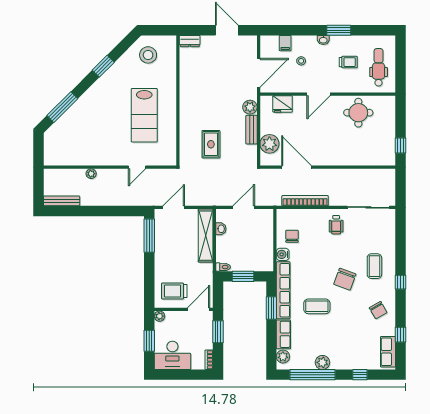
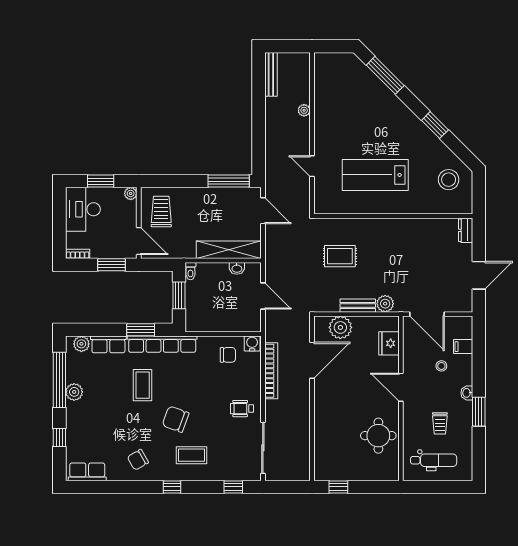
water cooler: (283, 254) -> (252, 344), moved
window: (401, 335) -> (233, 487), moved

